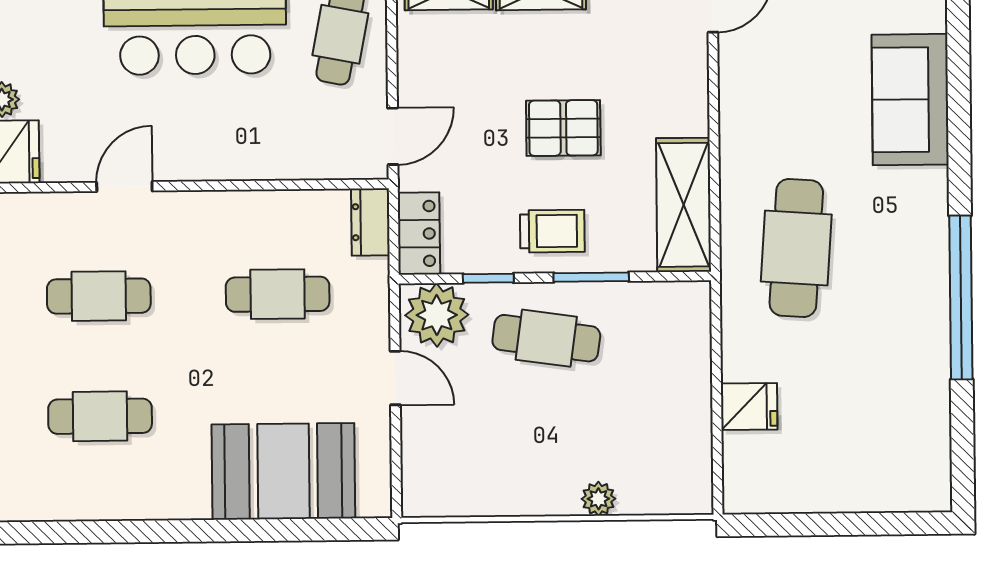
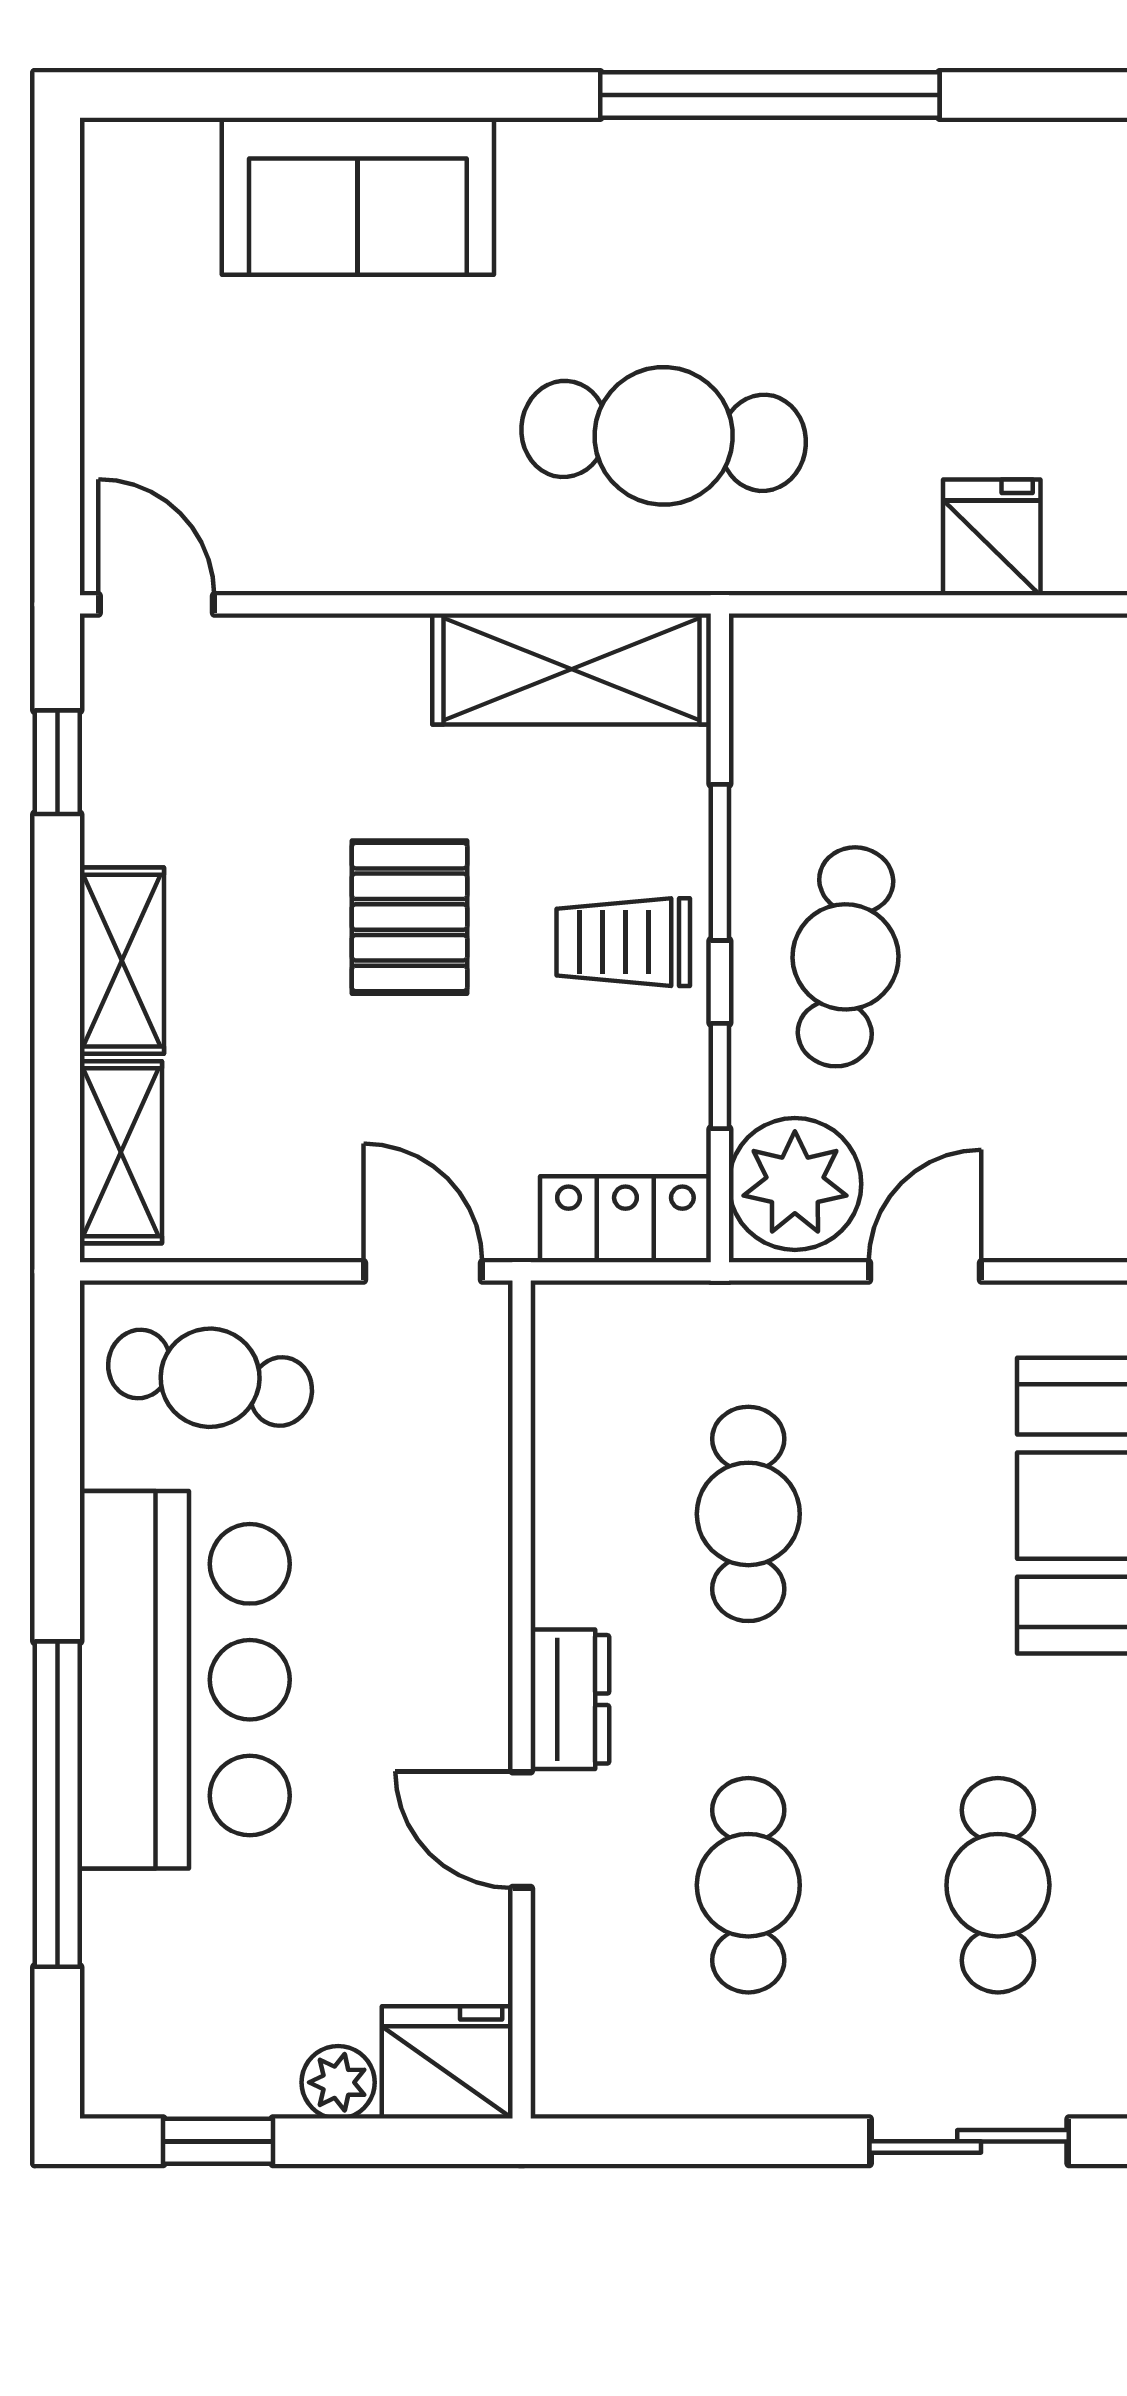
dresser: (370, 222) -> (570, 1699), moved, turned -90
trolley: (552, 231) -> (623, 942), turned -90

